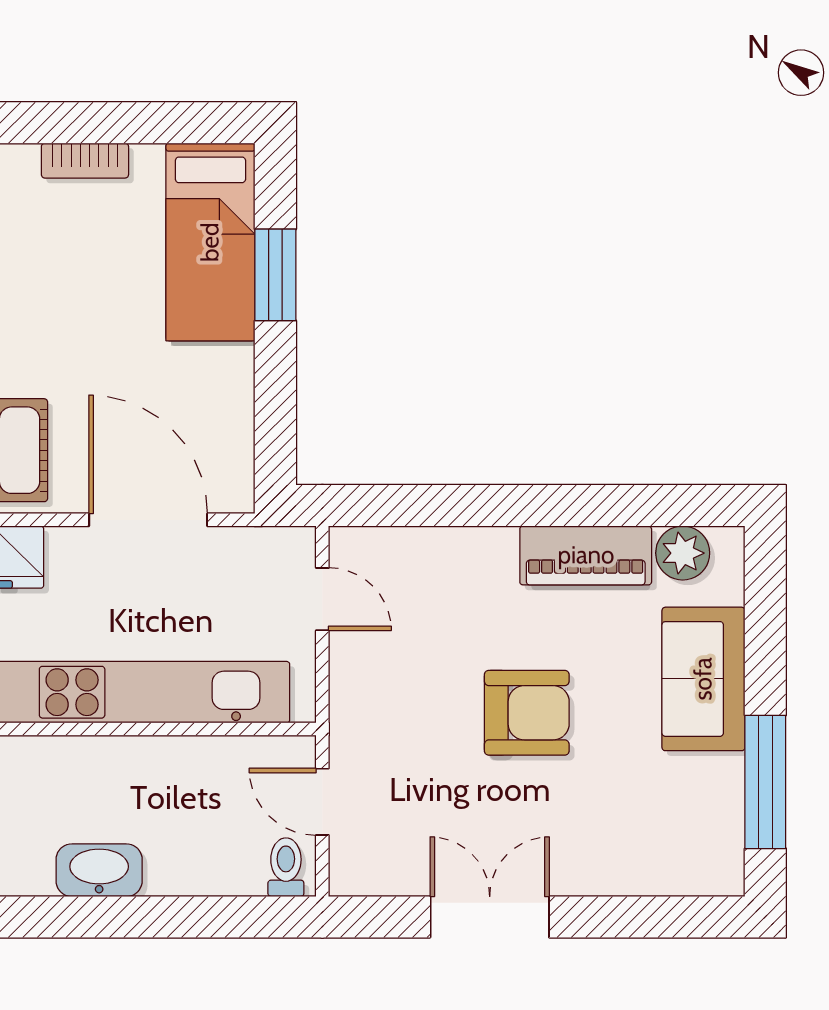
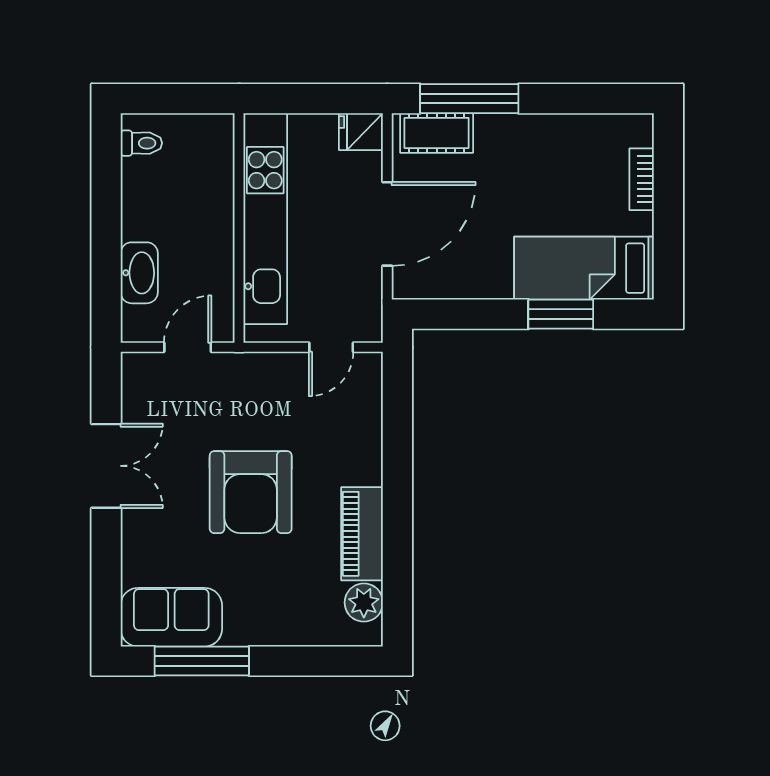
sofa: (703, 679) -> (171, 617), moved
armchair: (527, 713) -> (251, 492), width x1.36, depth x1.36
toilet: (286, 867) -> (141, 143), moved
washbasin: (99, 870) -> (139, 273), moved

